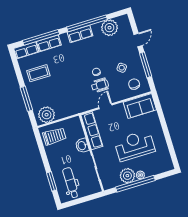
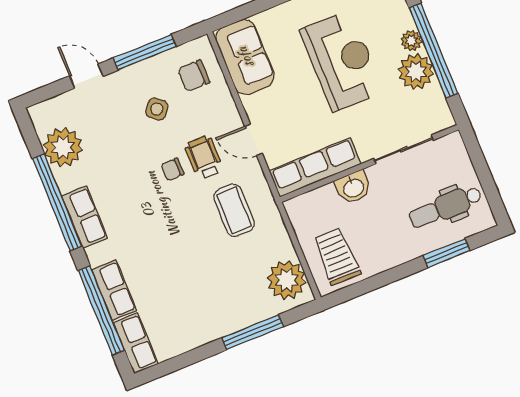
coffee table: (38, 73) -> (234, 210), moved
reception desk: (135, 146) -> (342, 61), turned 180

